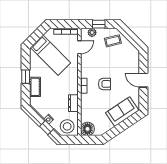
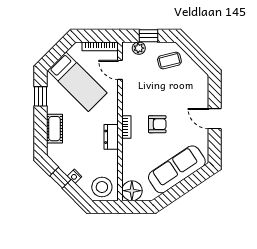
door: (79, 47) -> (120, 70), swing flipped
window: (26, 77) -> (41, 96), moved
dresser: (73, 103) -> (111, 137), moved
sofa: (122, 112) -> (177, 169), width x1.36
window: (47, 128) -> (60, 178), moved

